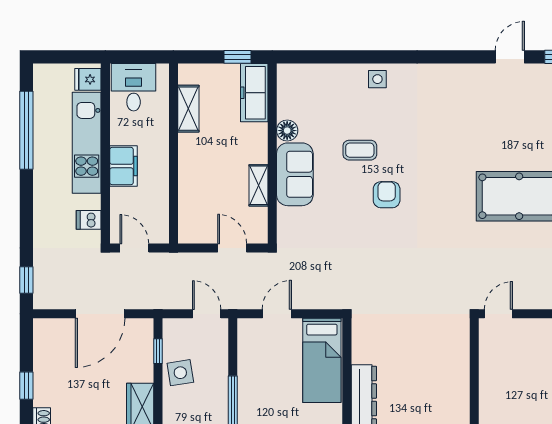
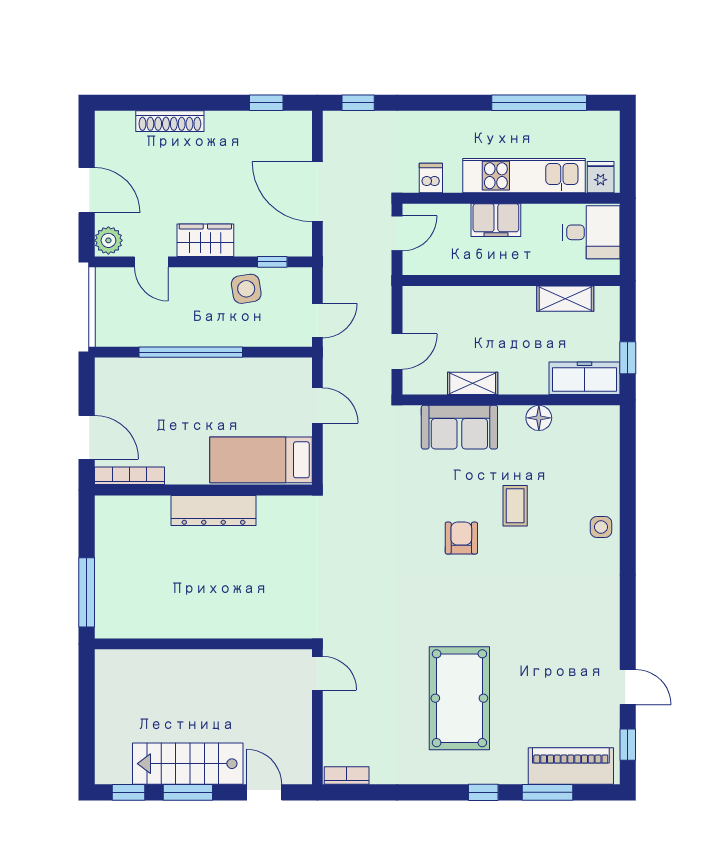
sofa: (295, 174) -> (459, 427), moved
armchair: (387, 195) -> (461, 538), turned -90
window: (26, 386) -> (266, 103), moved

